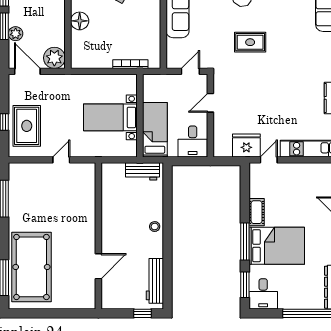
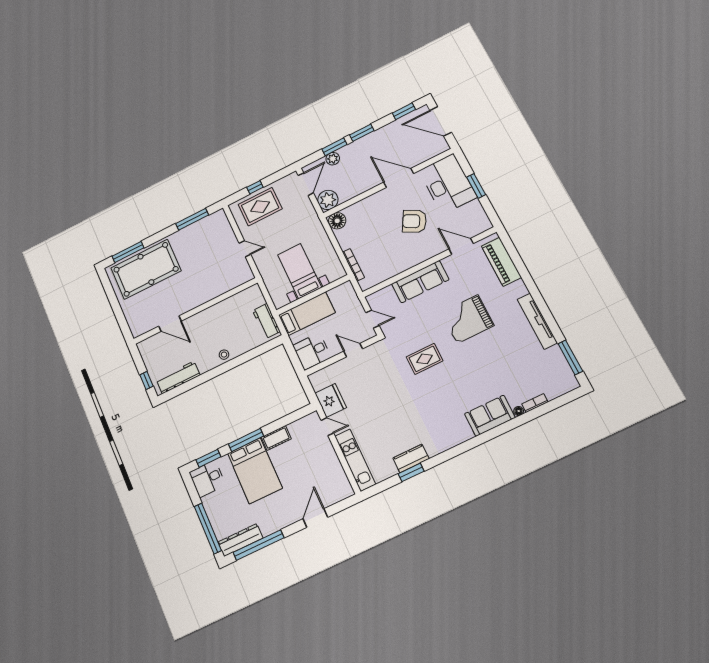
floor lamp: (80, 21) -> (337, 221), moved
rug: (250, 42) -> (425, 359), turned 90

